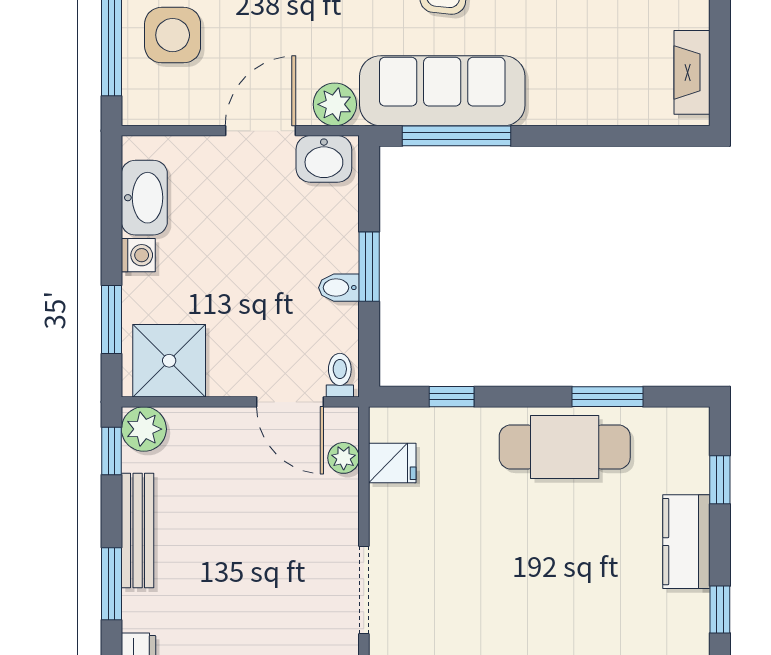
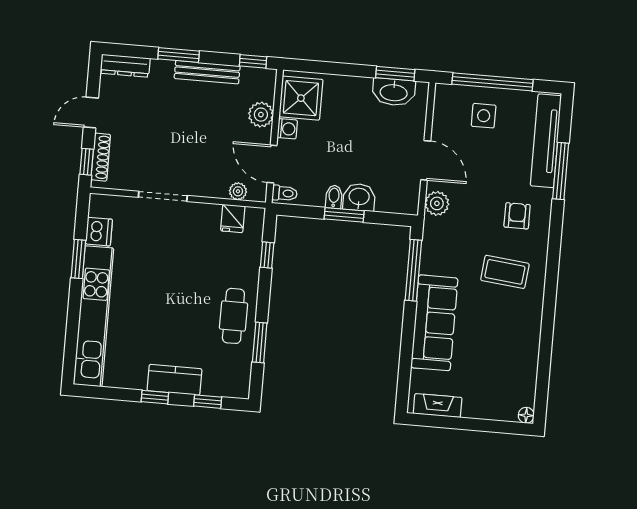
side table: (173, 35) -> (484, 116), width x0.73, depth x0.73
sofa: (442, 91) -> (434, 323), moved
washbasin: (324, 159) -> (359, 197), moved, turned 90
washing machine: (138, 255) -> (287, 129), moved, turned -90
window: (111, 320) -> (395, 74), moved
door: (290, 402) -> (272, 164), hinge flipped
plant: (144, 429) -> (261, 115), moved
cafe table: (565, 447) -> (233, 316), width x0.73, depth x0.74
window: (720, 610) -> (155, 397), moved

